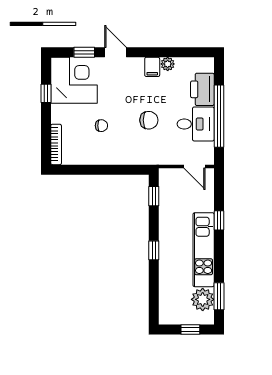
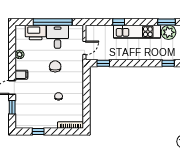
filing cabinet: (152, 67) -> (21, 75), moved
corner desk: (74, 80) -> (30, 114), removed
door: (194, 166) -> (84, 48), moved
window: (154, 250) -> (168, 63), moved

